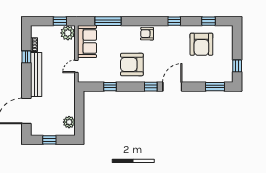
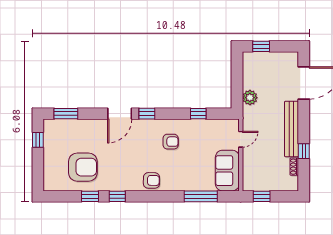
window: (209, 21) -> (90, 196), moved
plant: (68, 33) -> (252, 181), removed
armchair: (201, 44) -> (83, 167), turned 90
armchair: (132, 64) -> (171, 142), width x0.53, depth x0.53
plant: (69, 122) -> (250, 98), moved
window: (49, 140) -> (261, 46), moved

